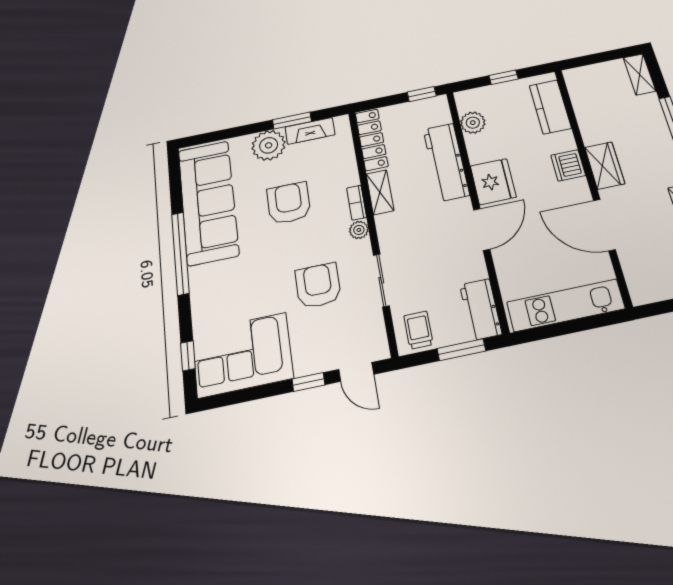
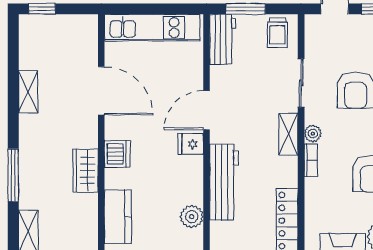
wardrobe: (605, 165) -> (85, 171), moved
fridge: (493, 182) -> (191, 144), width x0.53, depth x0.75
shelving: (380, 192) -> (288, 134), moved

